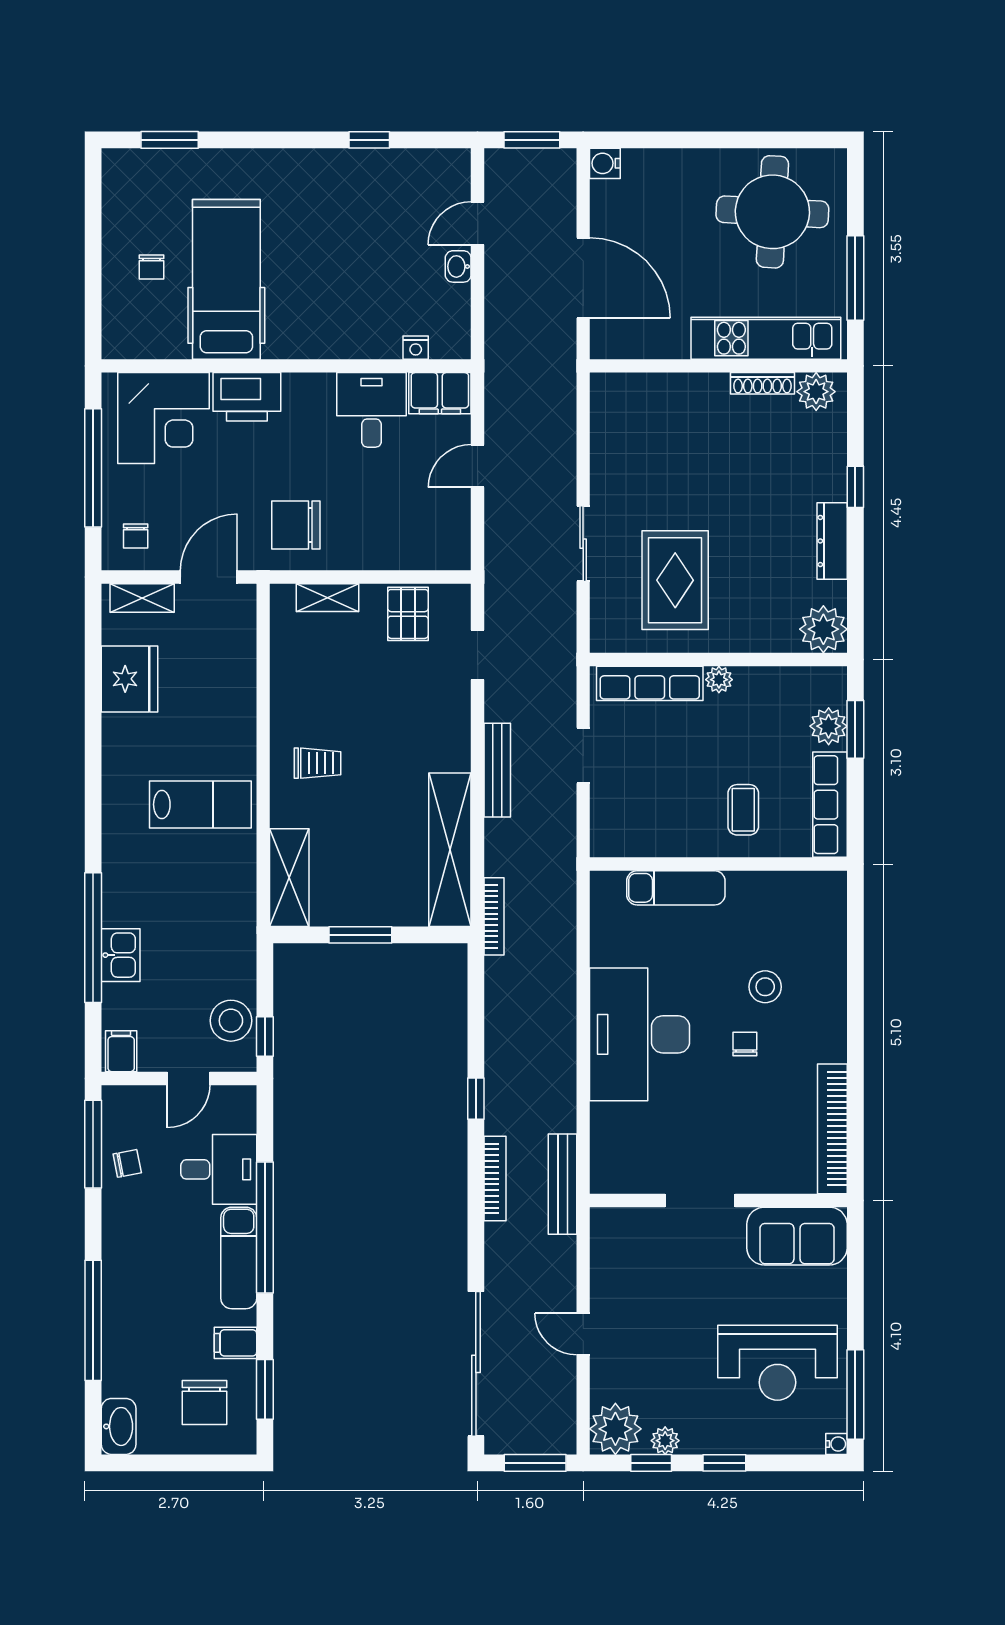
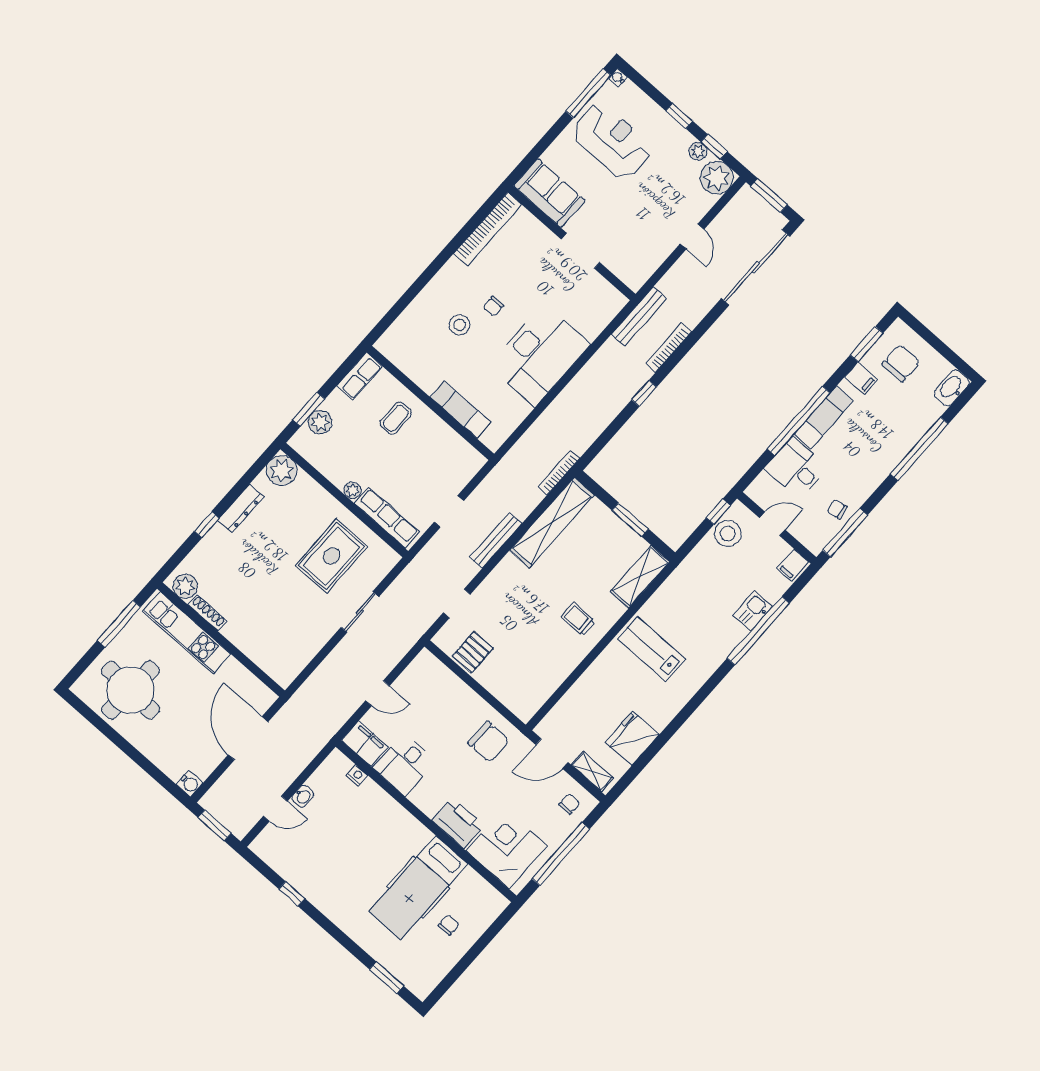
shelving: (328, 598) -> (504, 694), removed
row of seats: (830, 805) -> (360, 376), width x0.68

